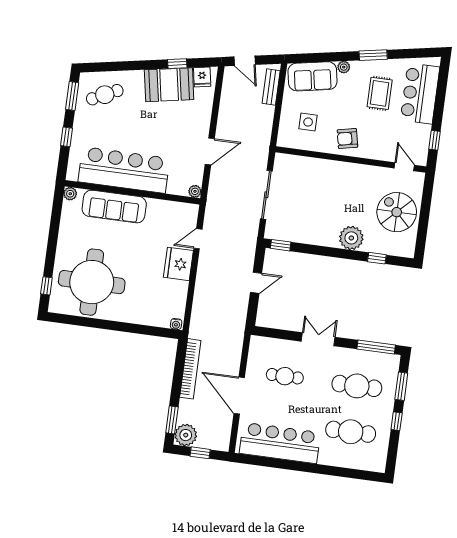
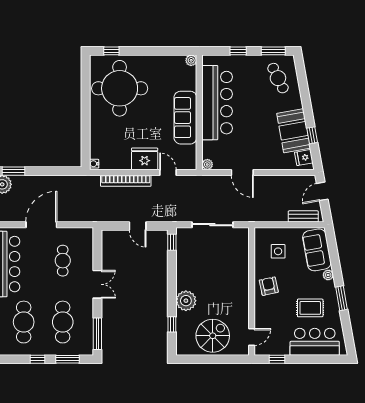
sofa: (114, 206) -> (185, 118), moved
bookcase: (190, 369) -> (126, 181), moved

